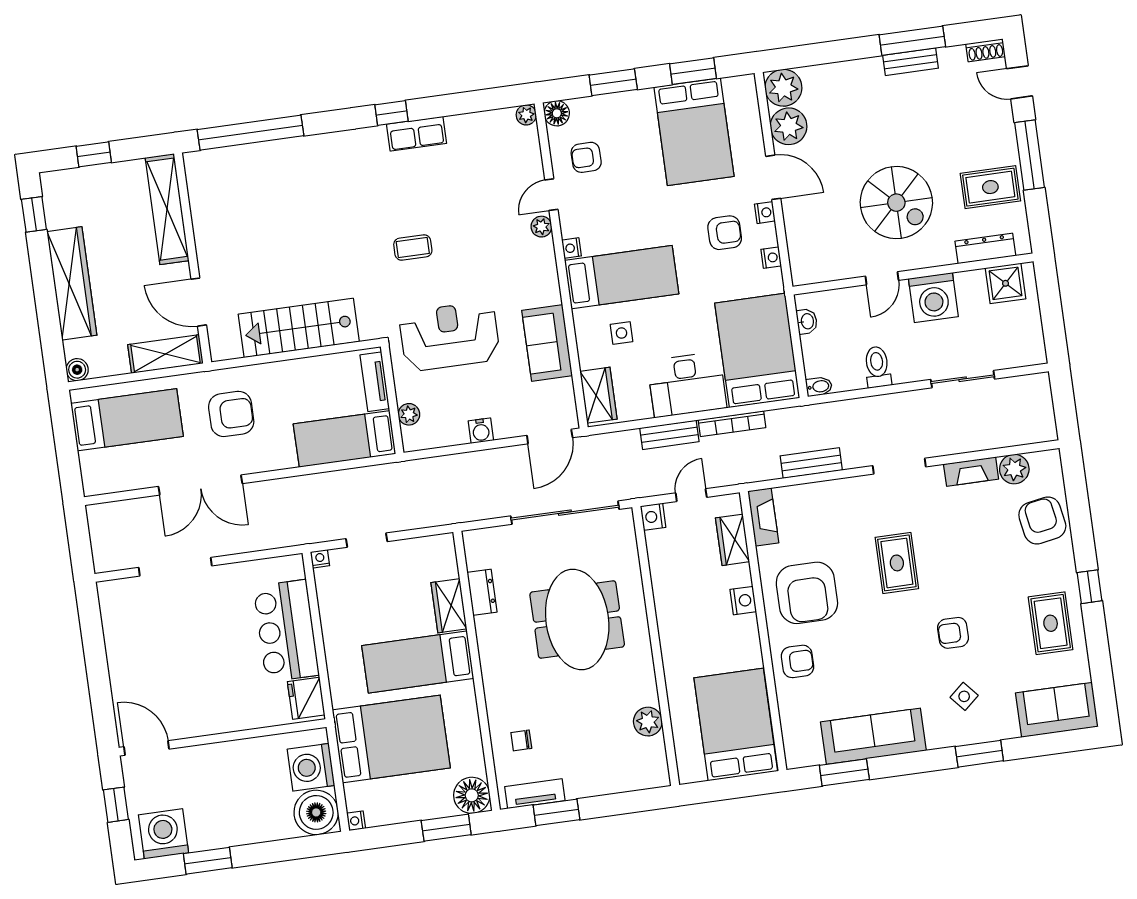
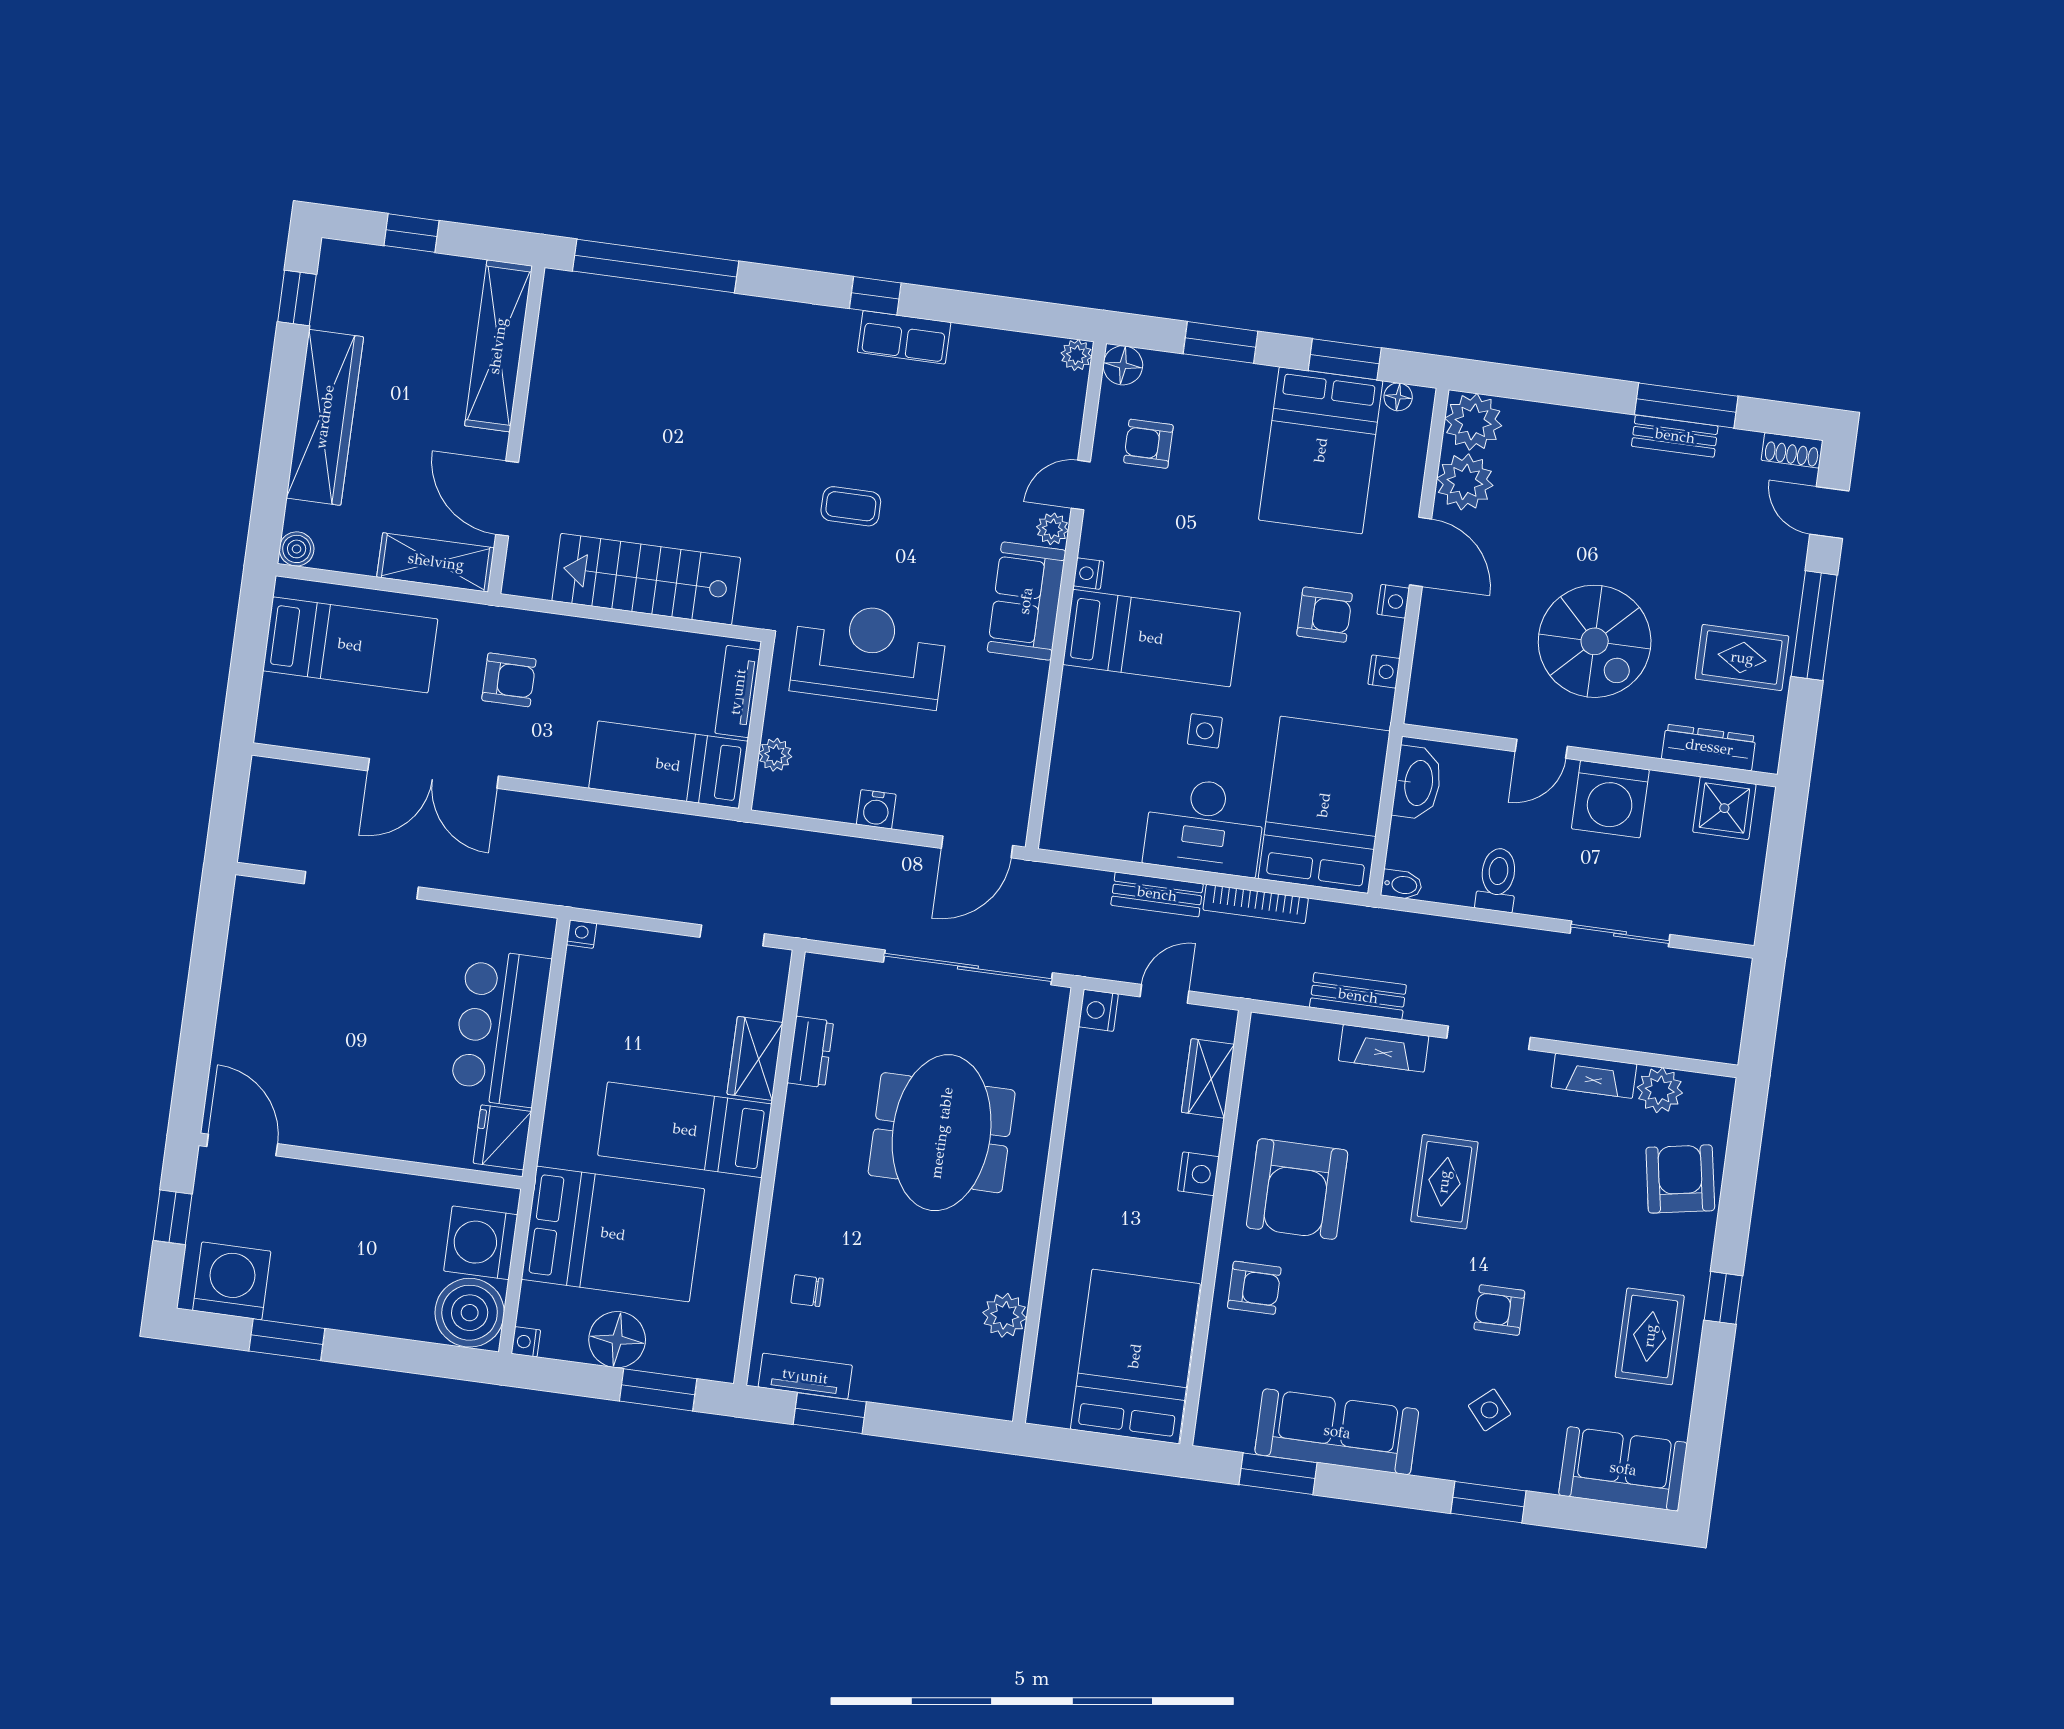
floor lamp: (733, 85) -> (1398, 397), added
washbasin: (807, 321) -> (1417, 783), width x1.91, depth x1.45
side table: (621, 333) -> (1205, 731), moved
sofa: (547, 343) -> (1026, 601), moved
wardrobe: (598, 395) -> (1067, 805), removed
armchair: (231, 414) -> (509, 680), width x0.72, depth x0.72
fireplace: (763, 517) -> (1384, 1048), moved, turned 90
doorway: (367, 540) -> (732, 936), moved
floor lamp: (472, 795) -> (617, 1340), moved

